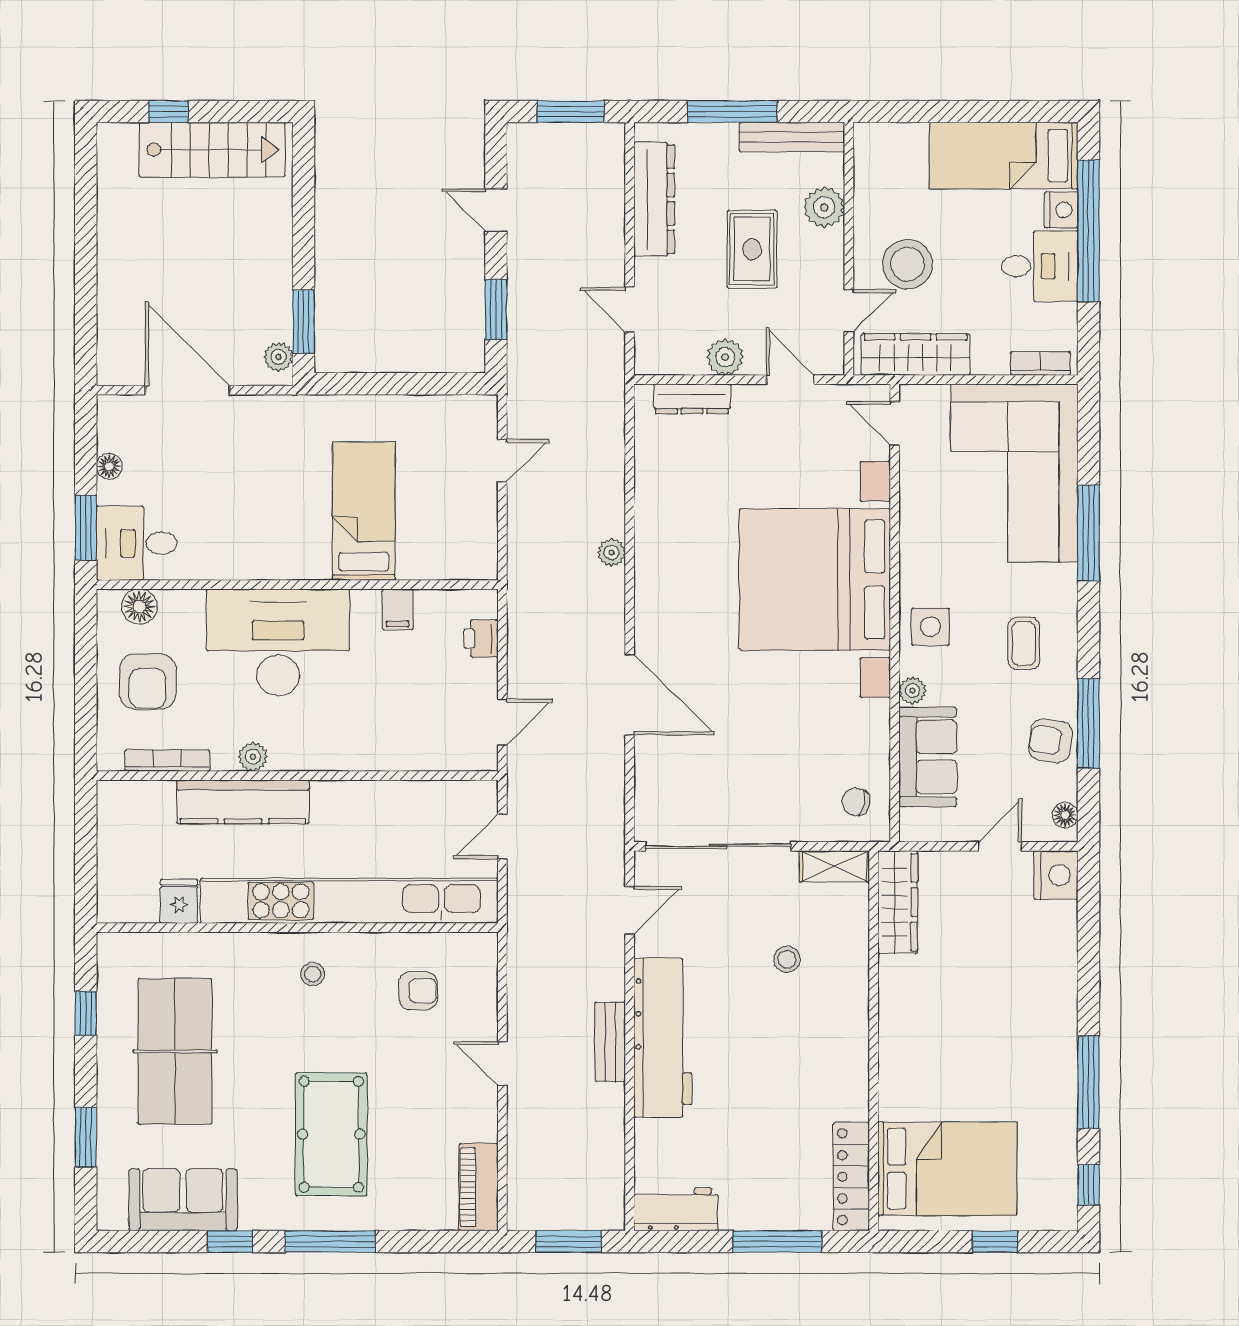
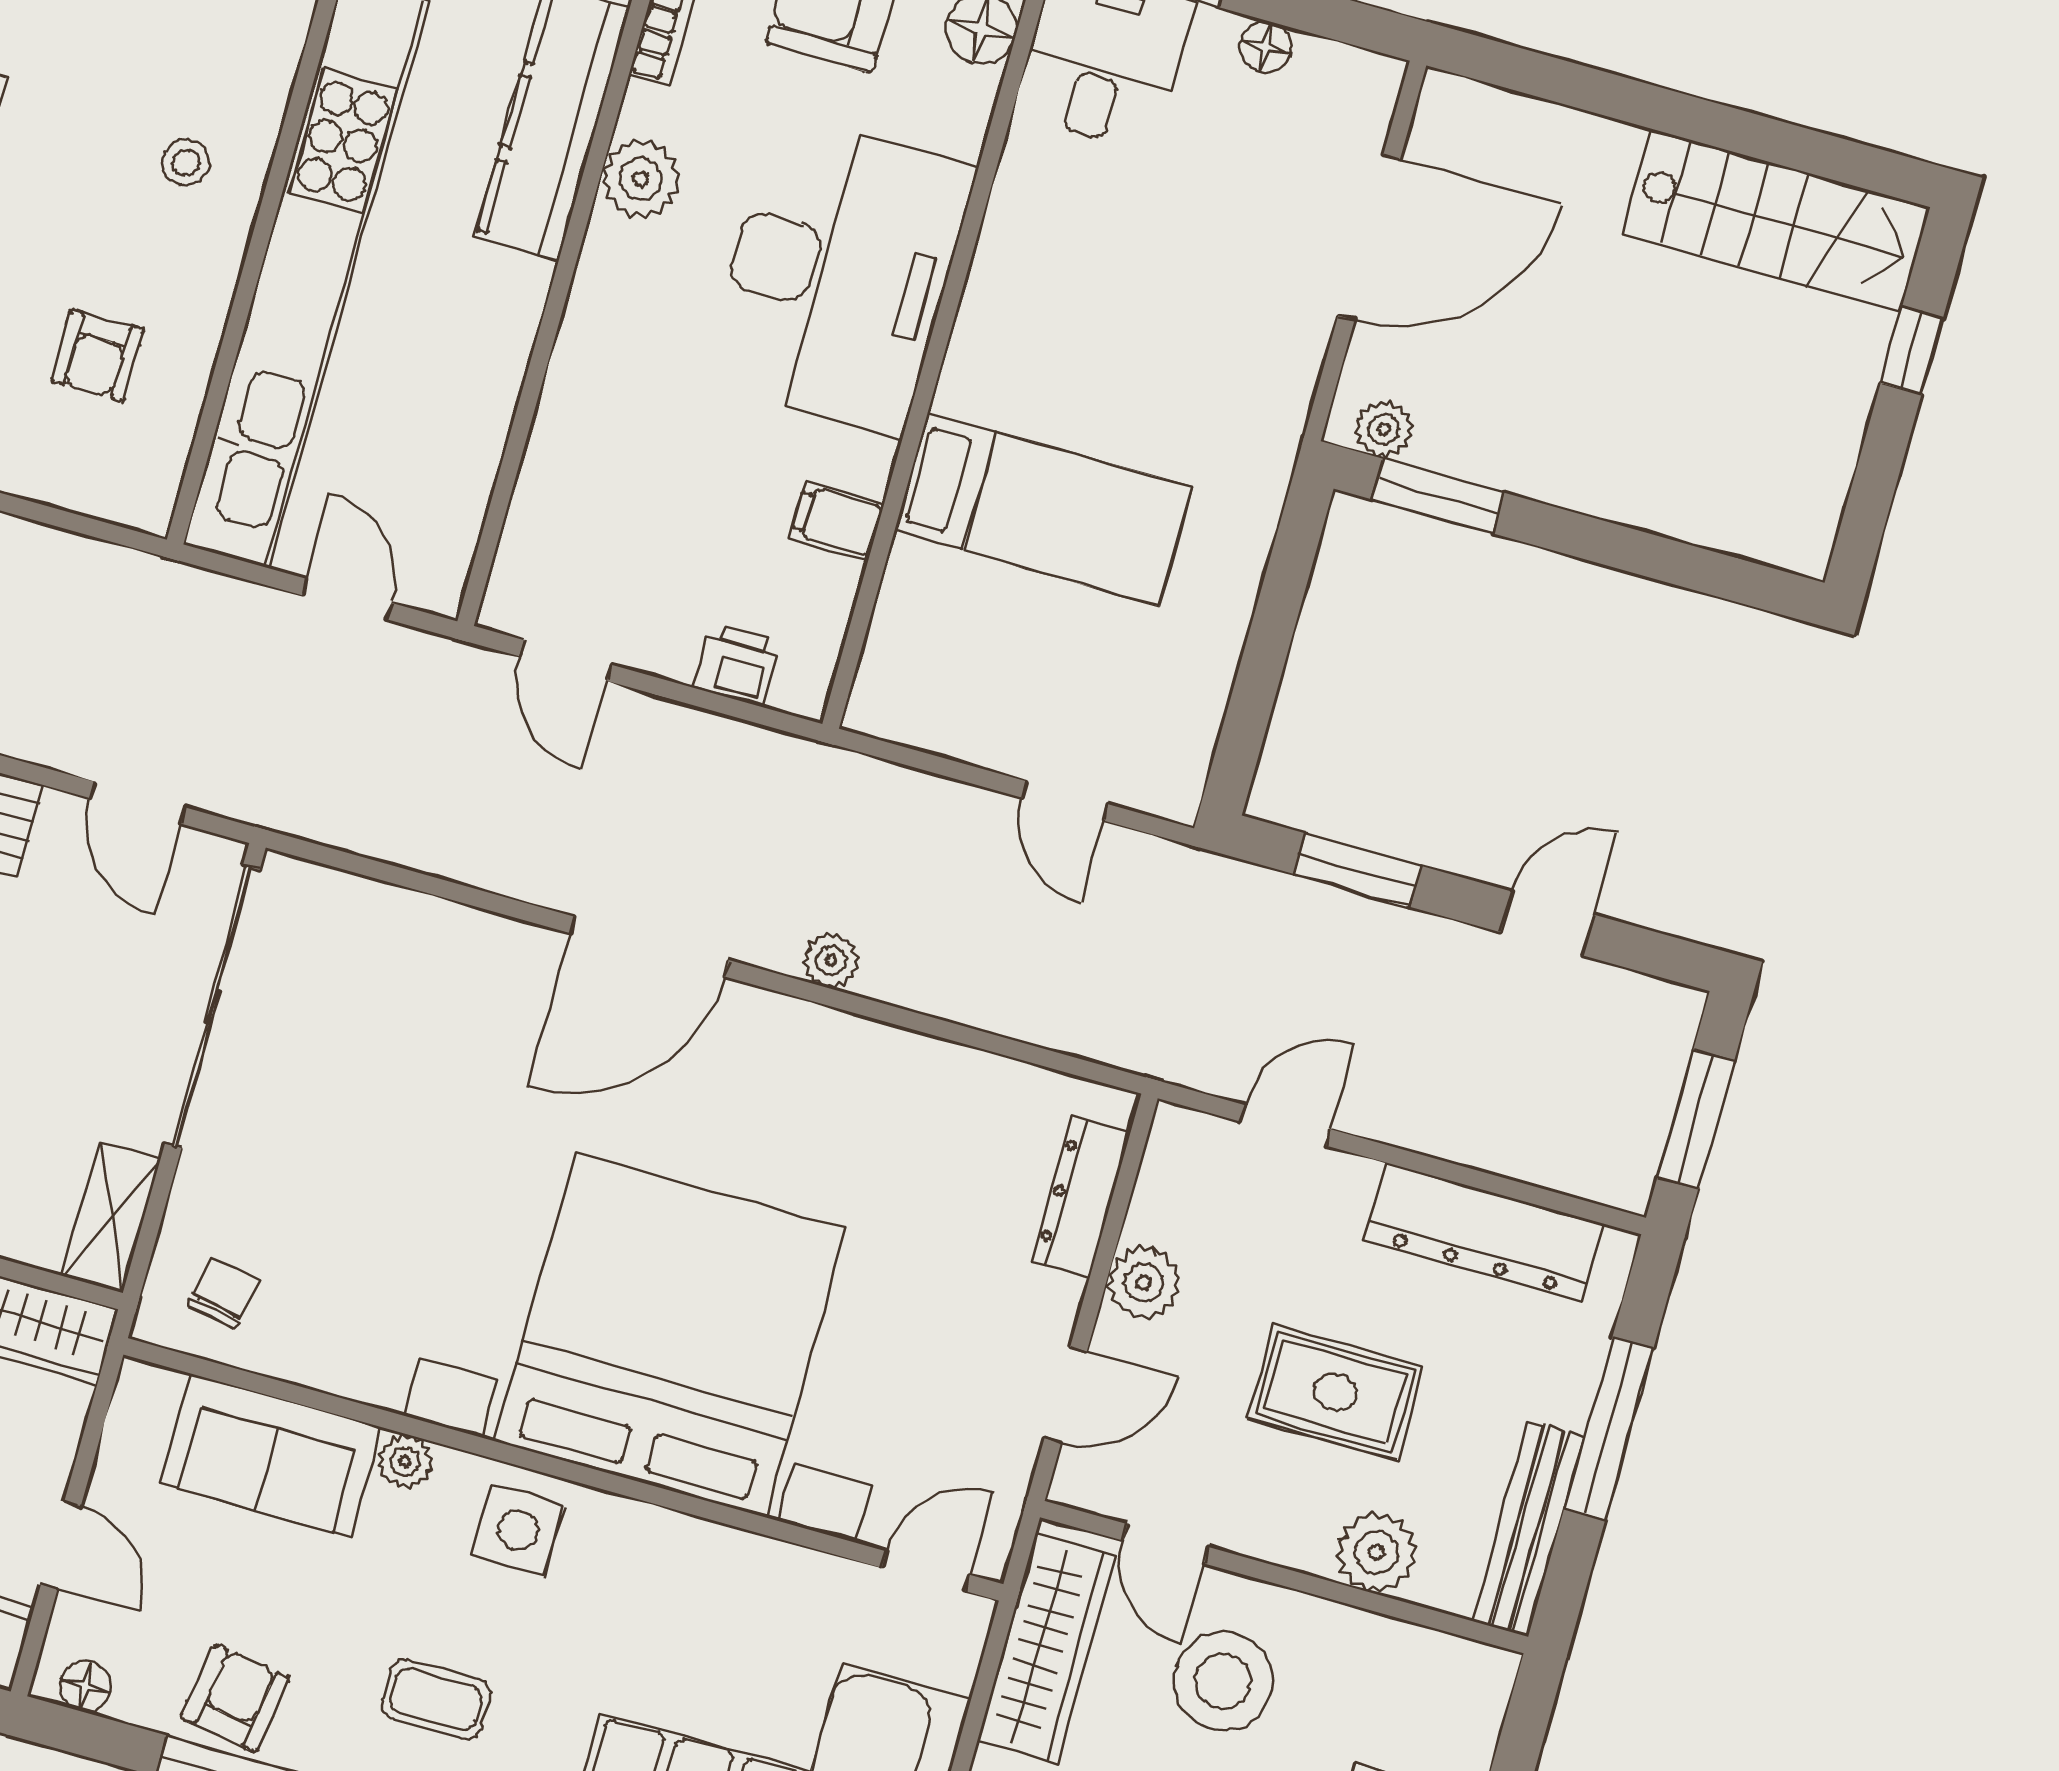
stairs: (212, 150) -> (1776, 220), moved, turned -90
door: (630, 694) -> (650, 947), moved
plant: (253, 757) -> (641, 179), width x1.38, depth x1.38

